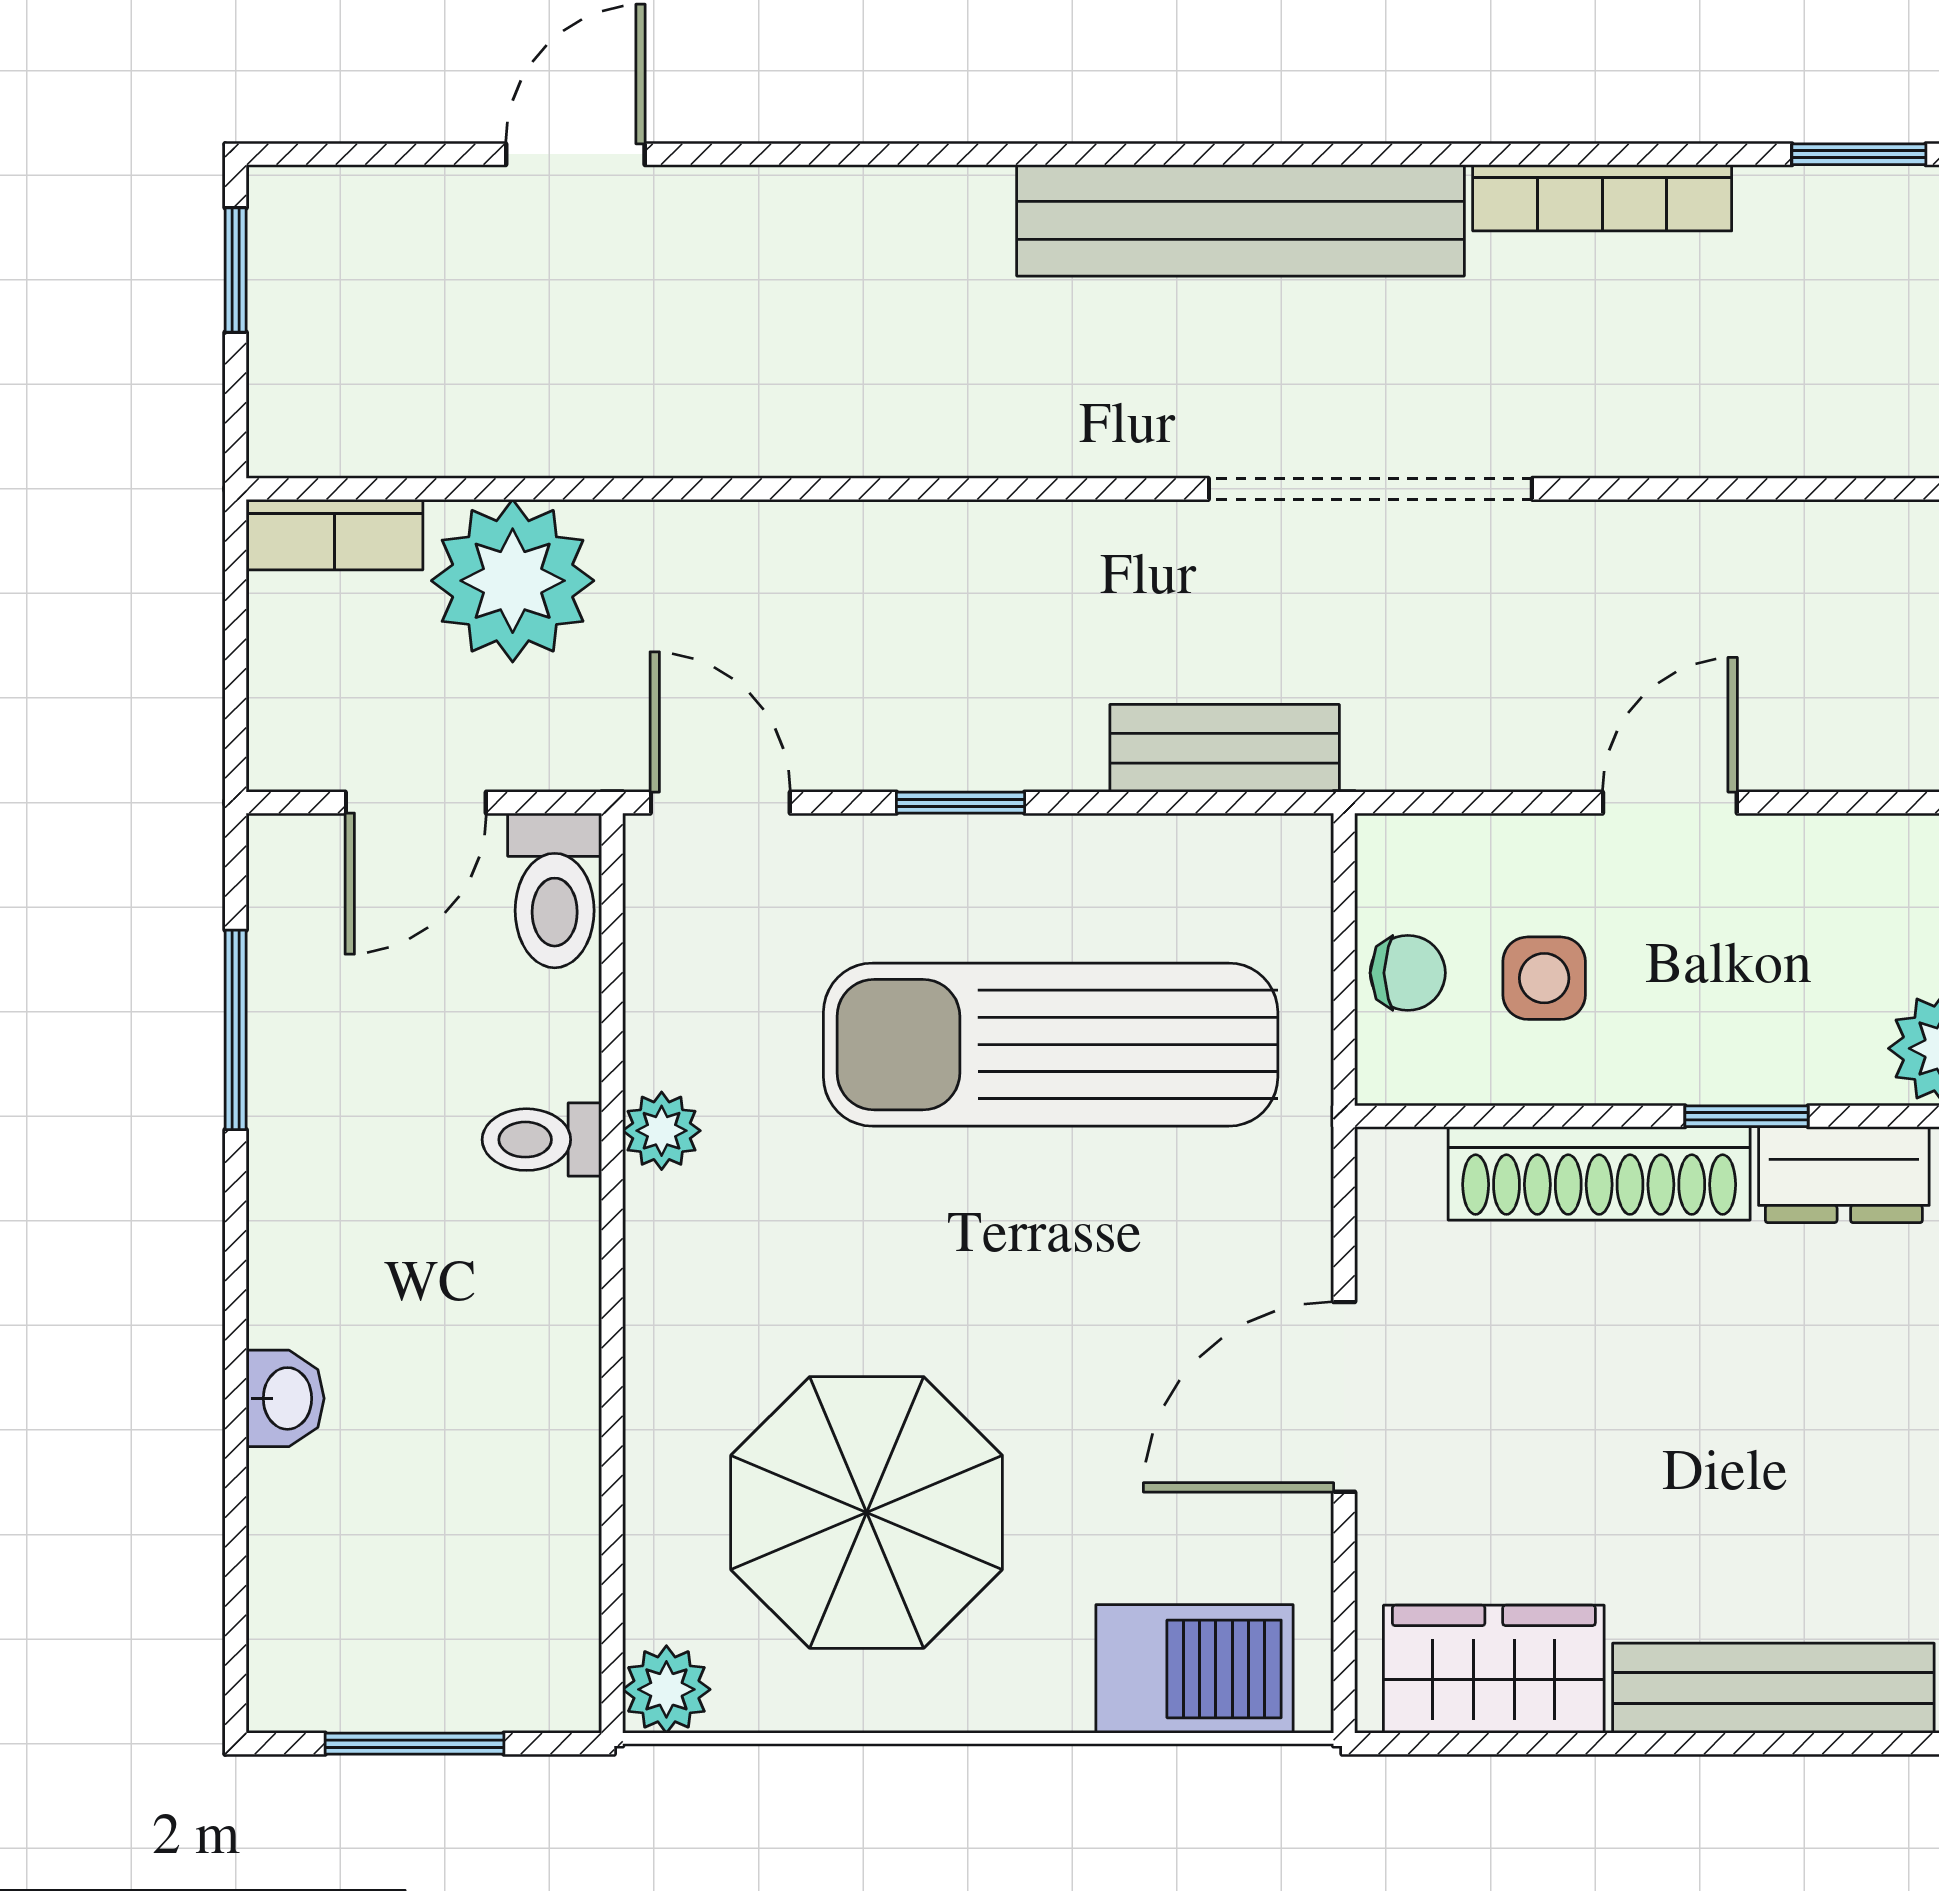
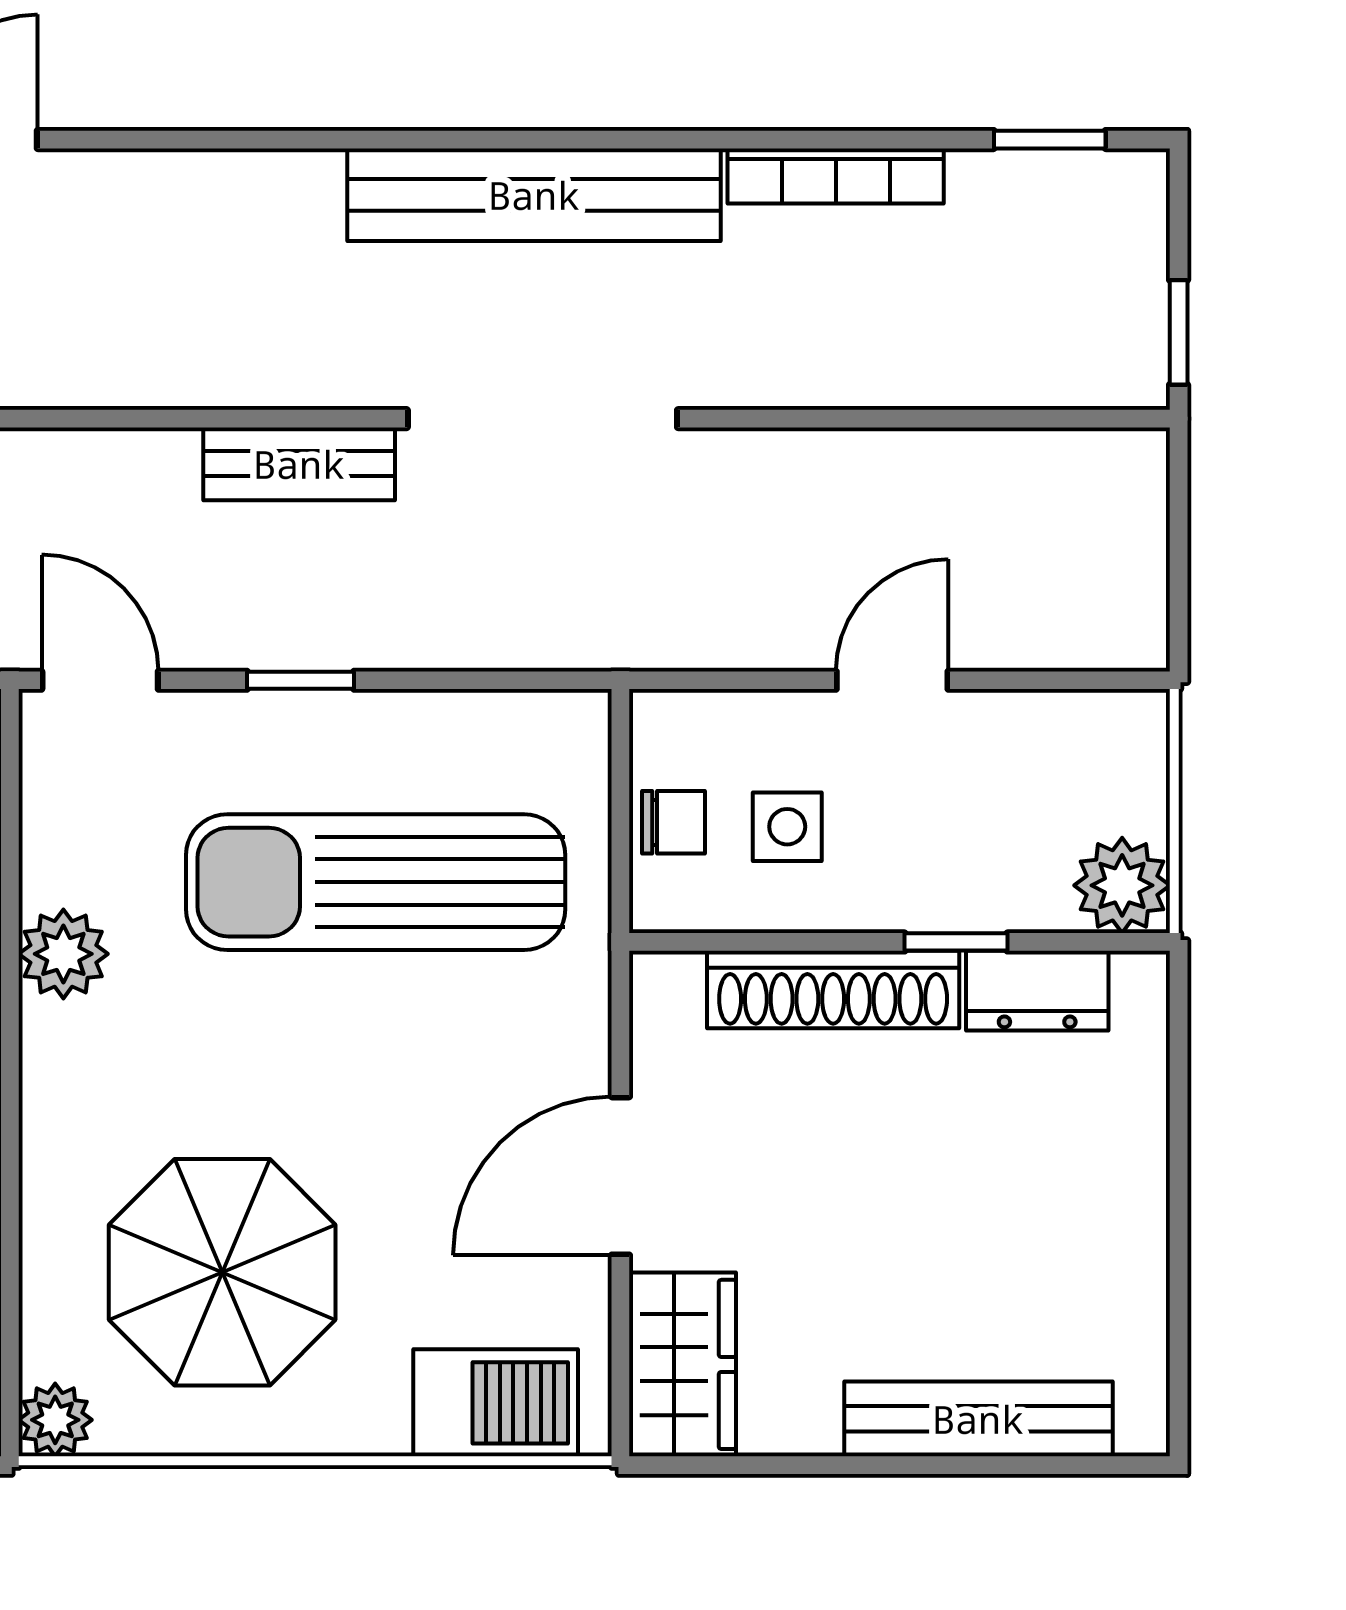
doorway: (1370, 489) -> (542, 419), moved
bench: (1225, 748) -> (299, 464), moved
plant: (662, 1131) -> (63, 954), width x1.38, depth x1.38
wardrobe: (1494, 1669) -> (683, 1364), moved, turned 90

